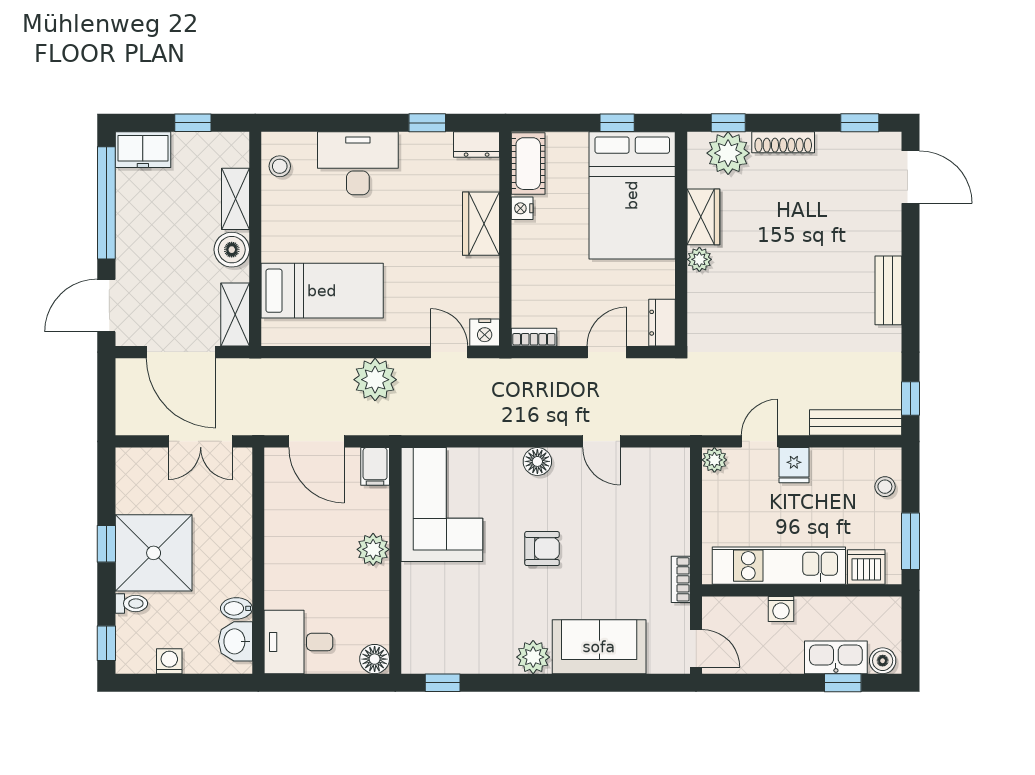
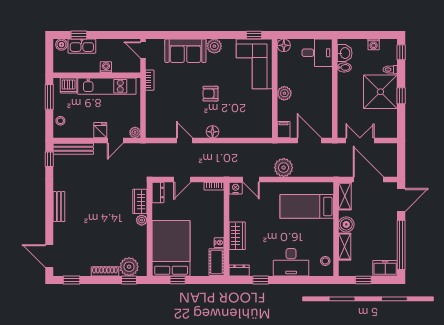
wardrobe: (703, 217) -> (140, 201), moved
corner sofa: (442, 505) -> (254, 64), moved

